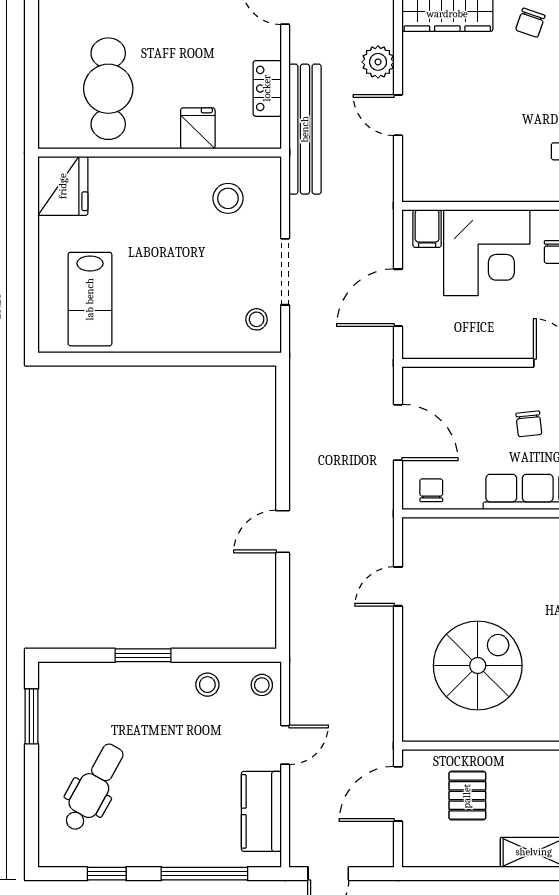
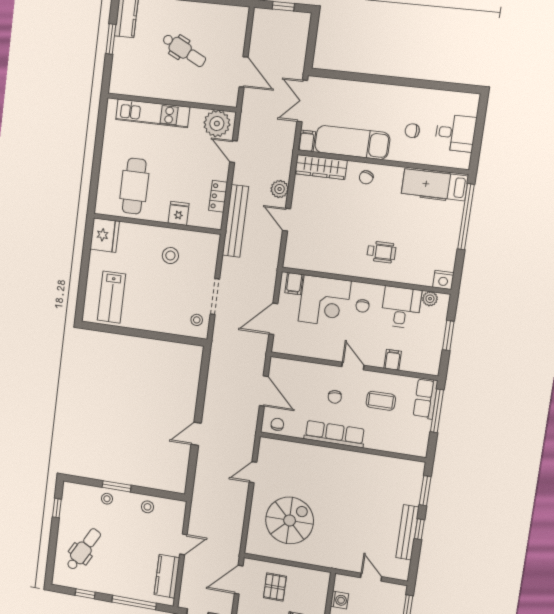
stool: (228, 198) -> (170, 256), moved
stool: (262, 685) -> (107, 499), moved
window: (32, 716) -> (57, 508), width x0.67

